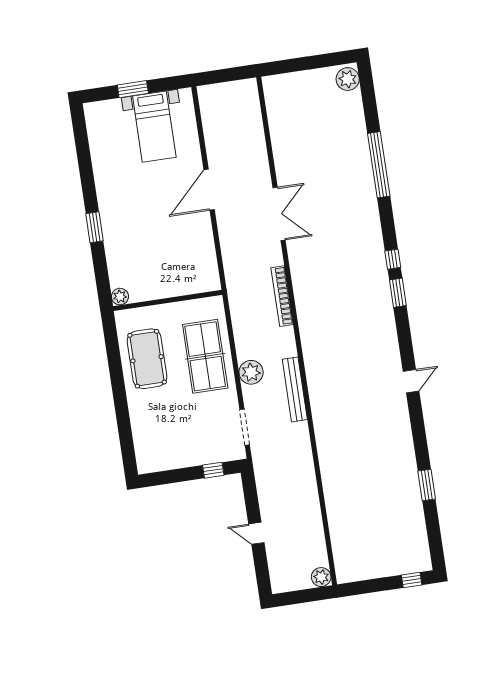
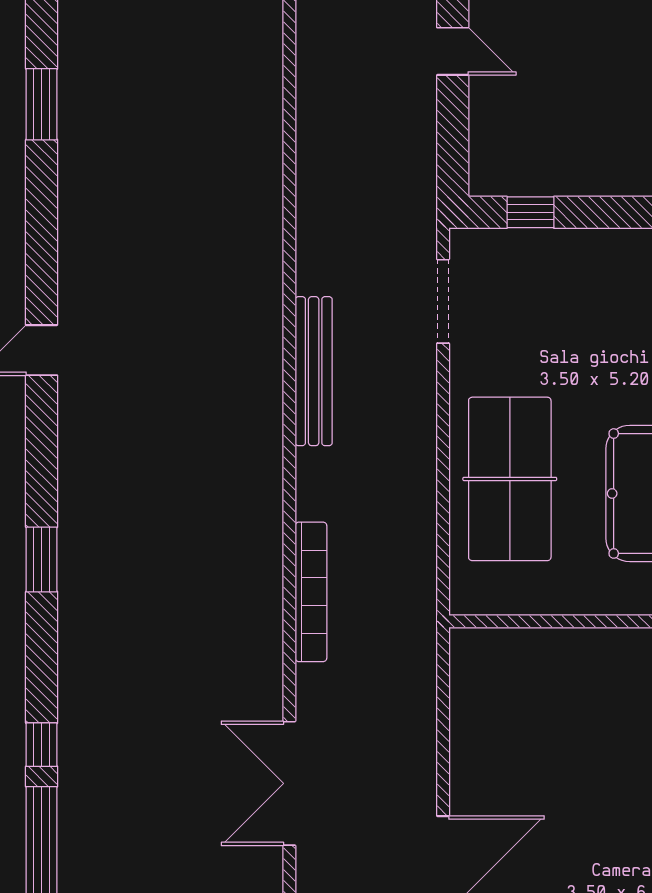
window: (393, 259) -> (42, 745), moved
plant: (251, 372) -> (409, 426), removed

